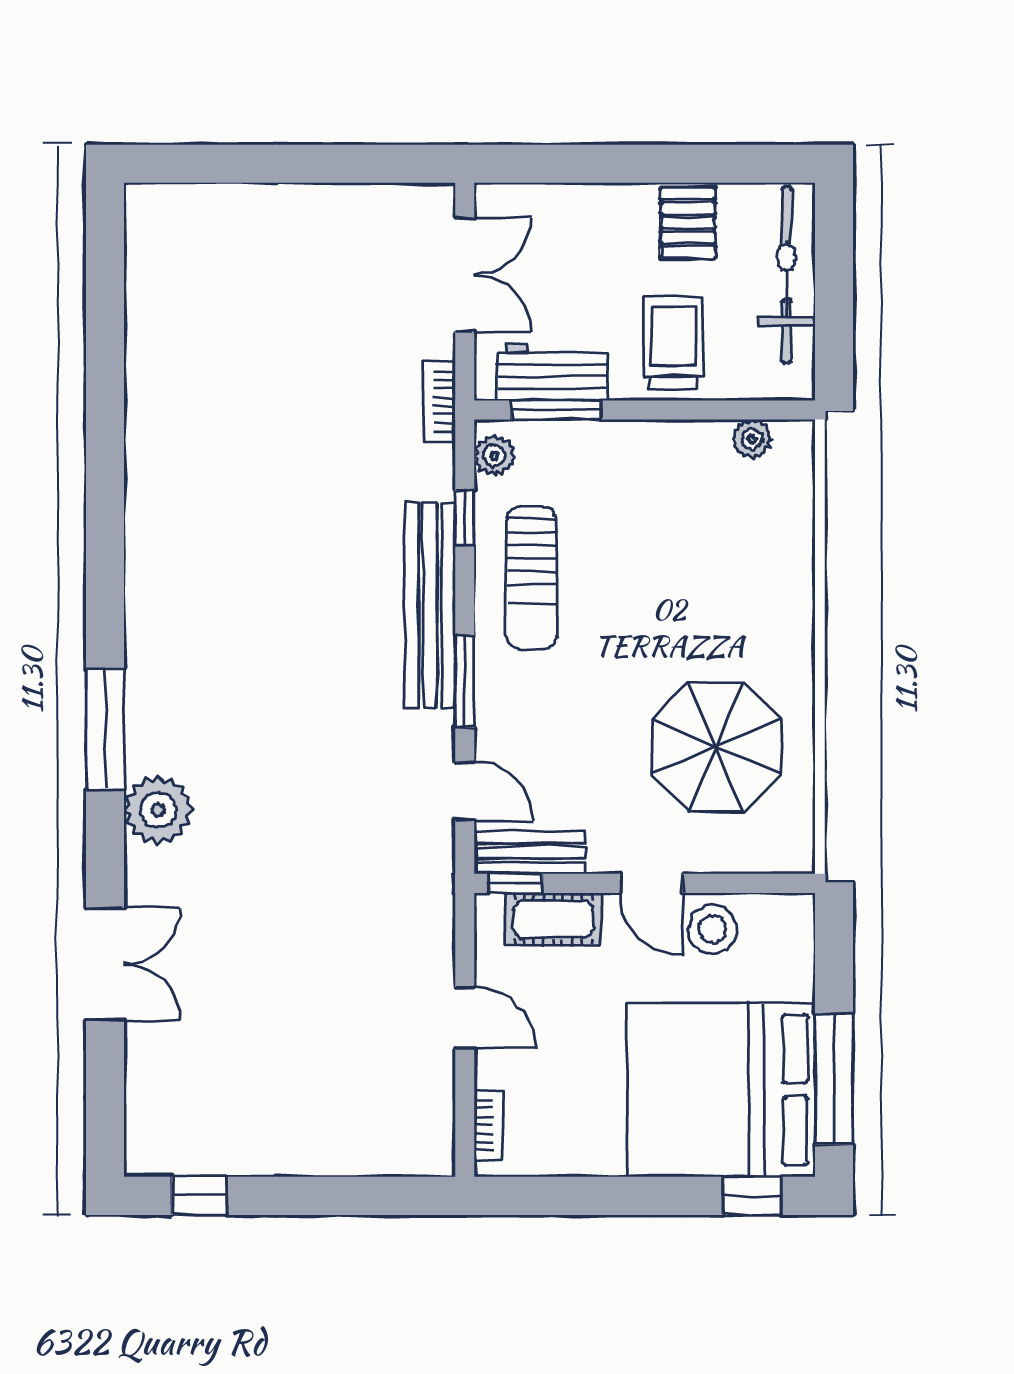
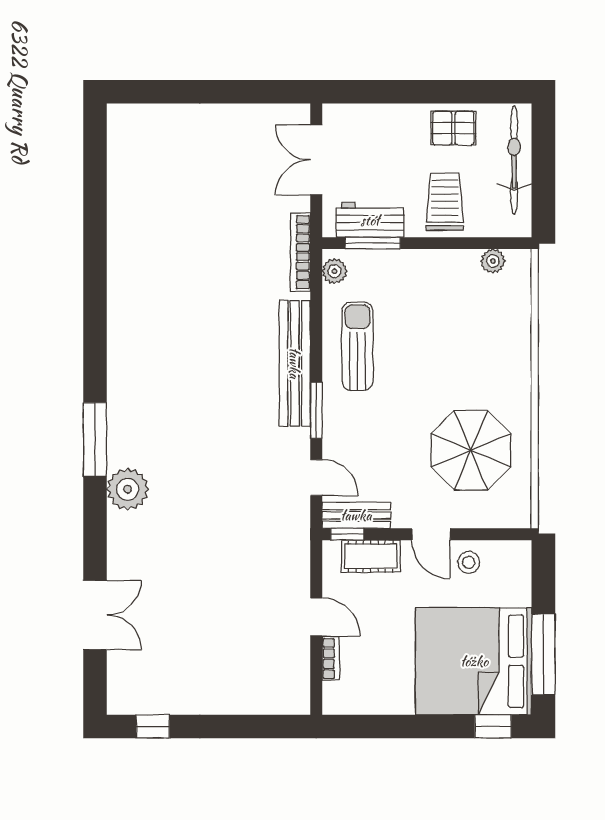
pallet: (688, 223) -> (453, 128), turned 90
double door: (465, 275) -> (316, 160), swing flipped
bookcase: (439, 402) -> (300, 252), width x1.56
window: (465, 518) -> (316, 309), removed
sun lounger: (532, 578) -> (357, 346), turned 180
stool: (713, 929) -> (469, 562), width x0.73, depth x0.73
double door: (105, 964) -> (95, 615), moved
bookcase: (488, 1125) -> (331, 659), moved

